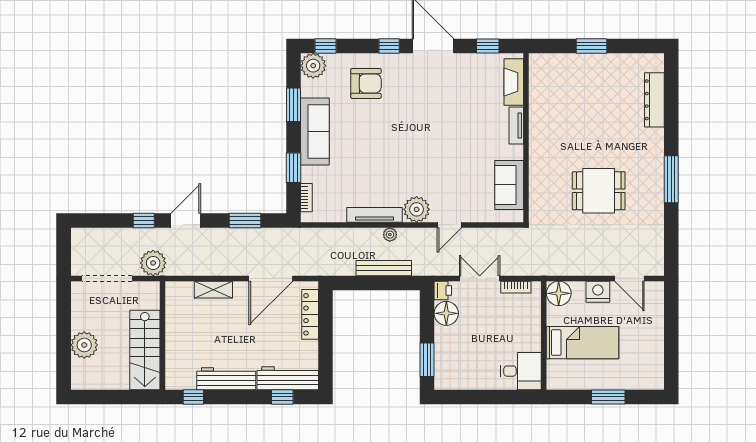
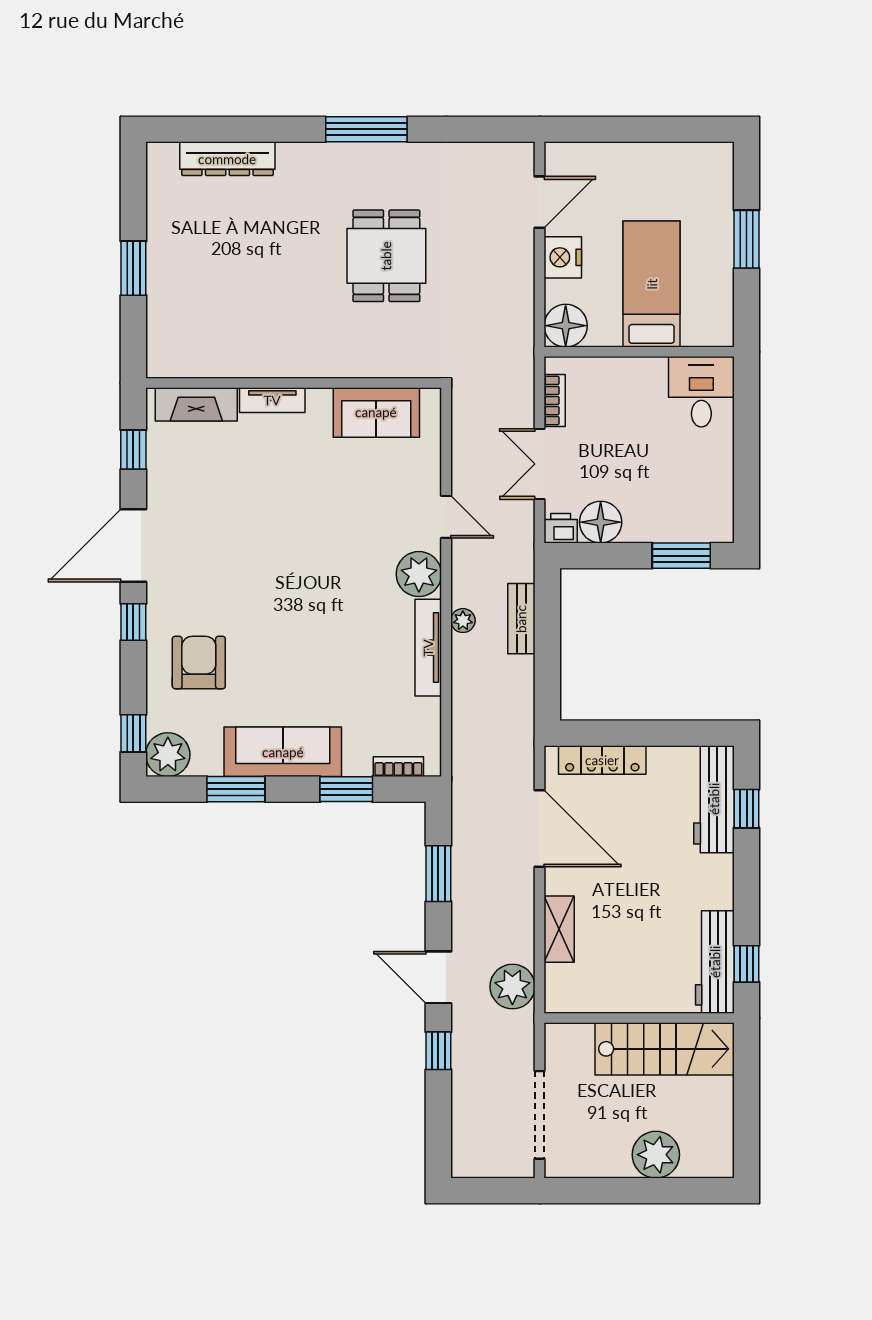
plant: (153, 263) -> (512, 987), moved
bench: (384, 268) -> (521, 619), width x0.73
workbench: (226, 379) -> (715, 962), moved

